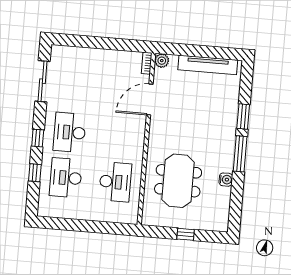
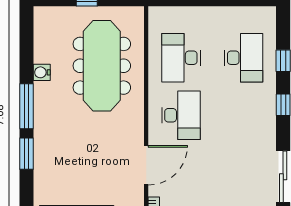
desk: (70, 132) -> (181, 115), moved
meeting table: (178, 181) -> (102, 66), width x1.36

